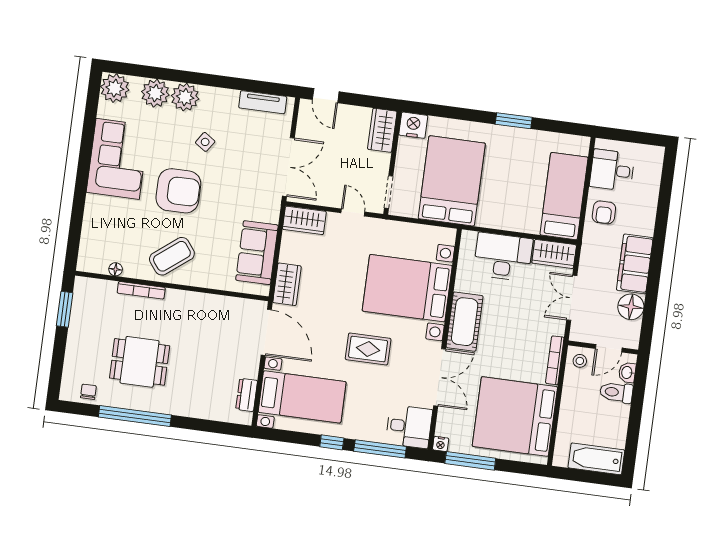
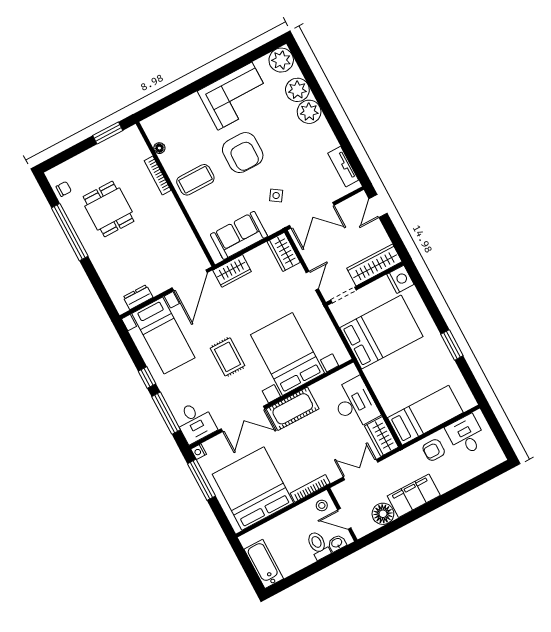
wardrobe: (382, 130) -> (374, 265), width x1.50
side table: (205, 142) -> (276, 196), moved
coffee table: (172, 256) -> (195, 180), turned -52

